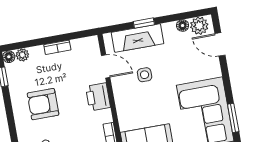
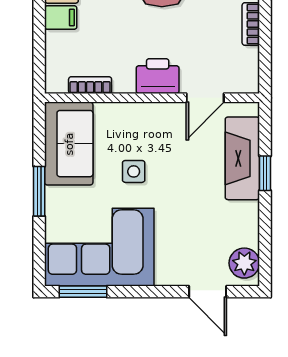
floor lamp: (183, 26) -> (250, 236), removed
door: (220, 44) -> (208, 292), swing flipped
side table: (145, 75) -> (134, 171), moved

